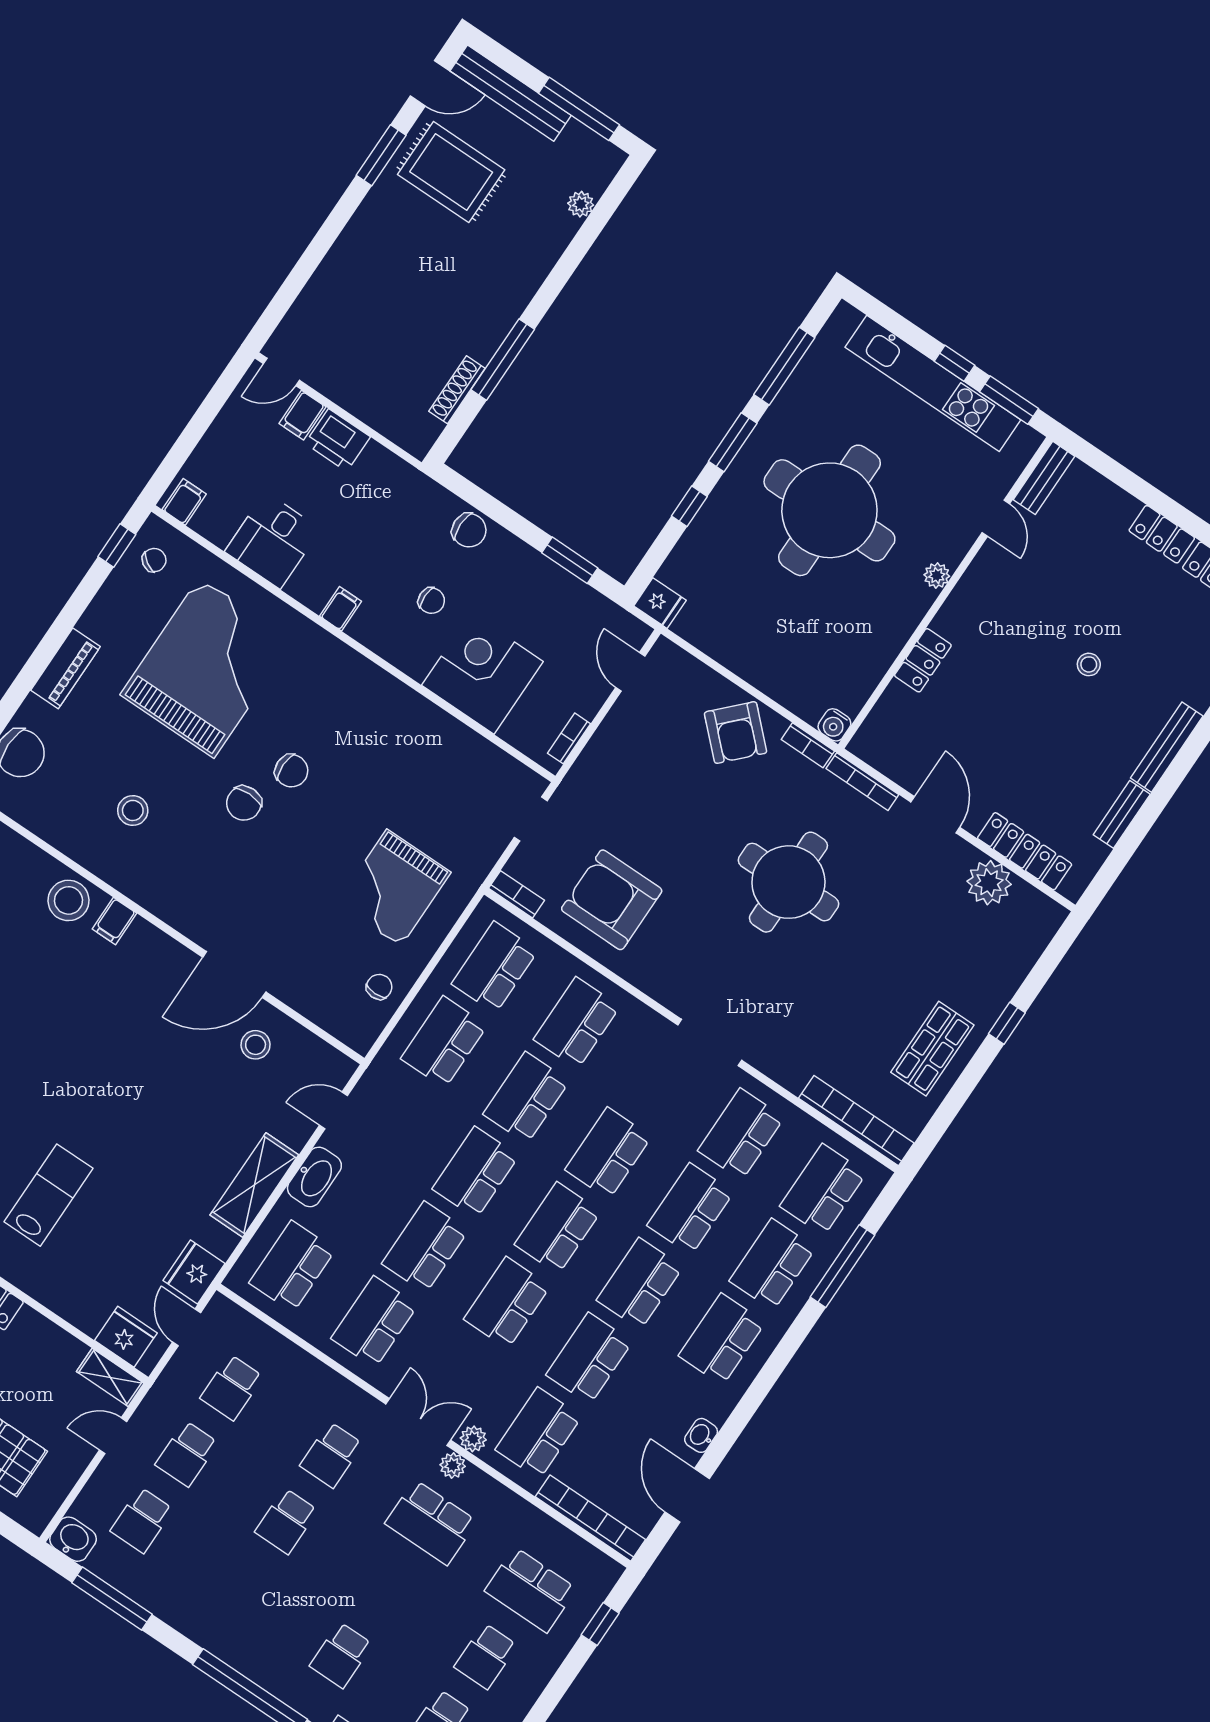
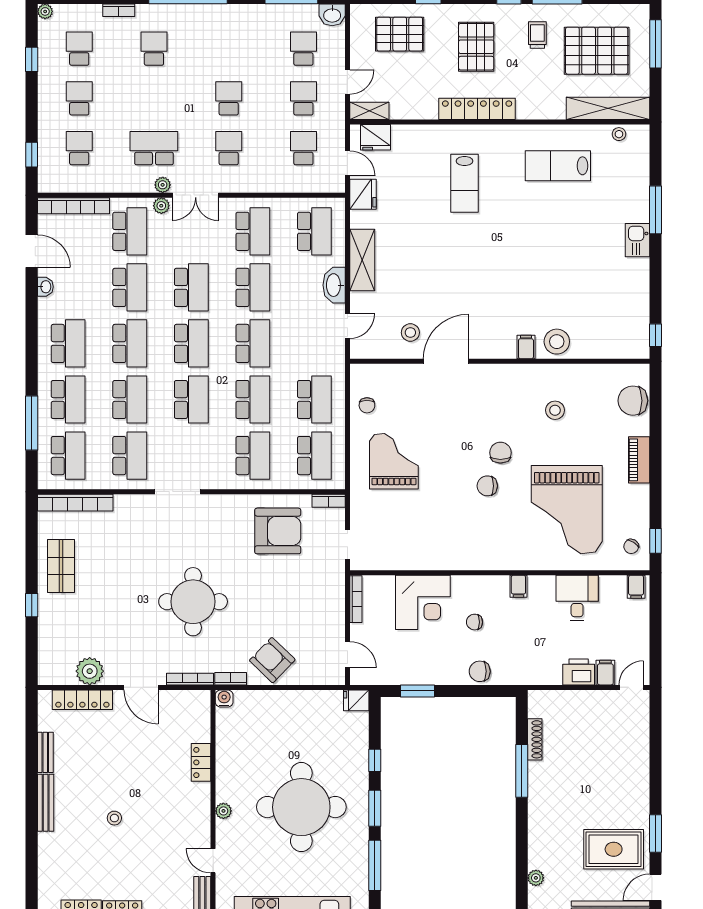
bookcase: (569, 738) -> (356, 599), width x1.56
school desk: (531, 1590) -> (79, 148), width x0.54

